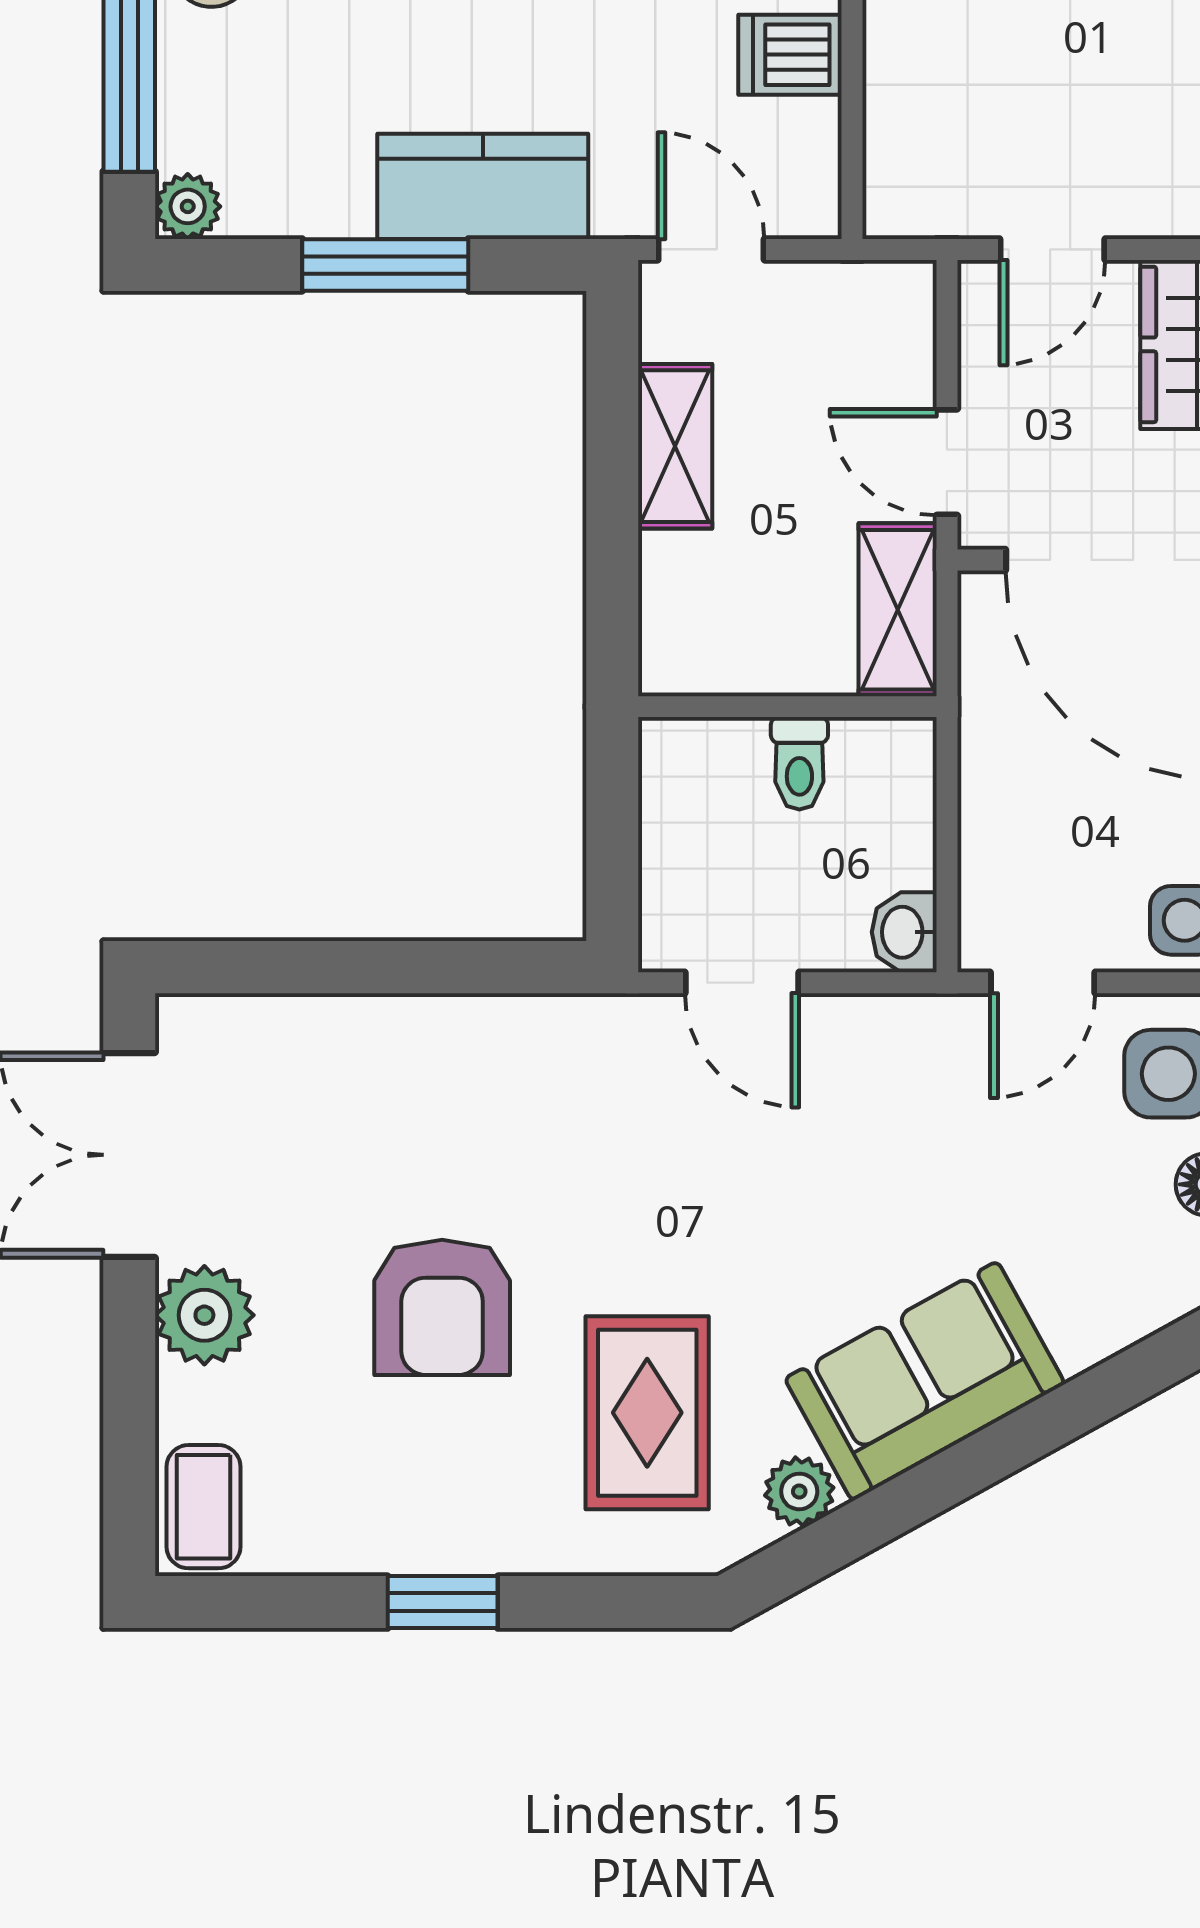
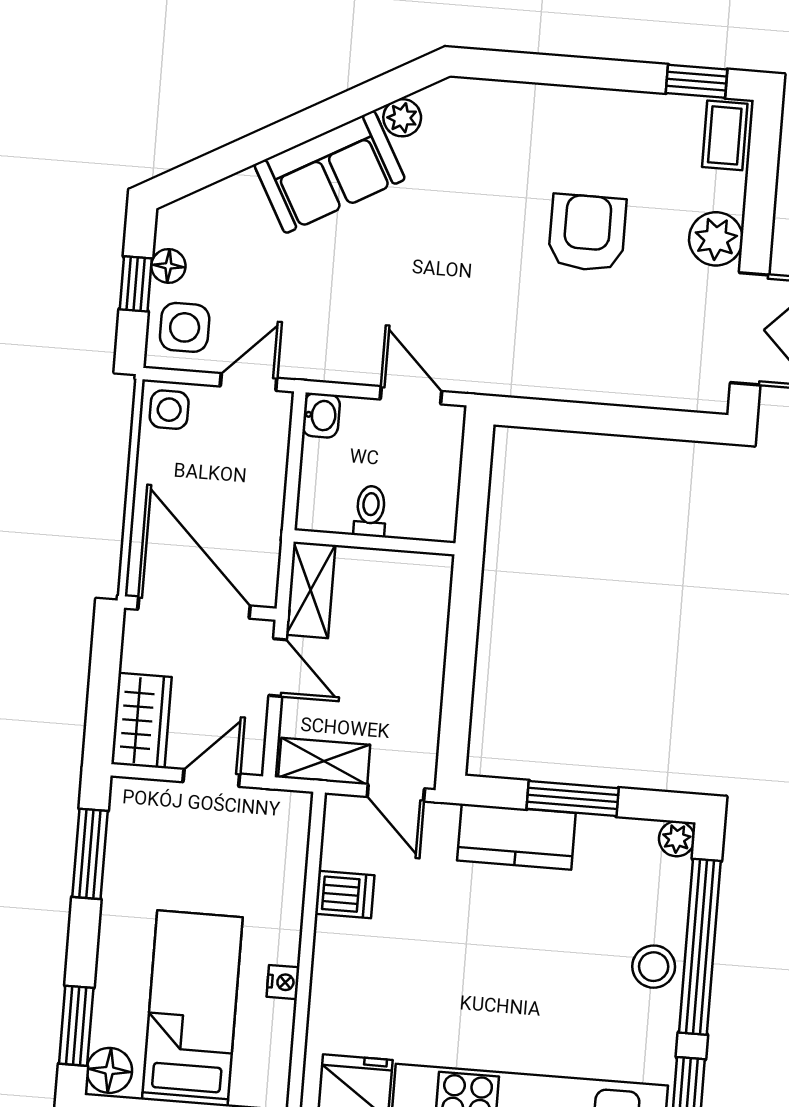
shelving: (675, 446) -> (324, 761), moved, turned 90
rug: (647, 1413) -> (481, 167), removed
window: (443, 1602) -> (697, 81), moved

